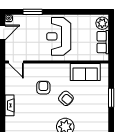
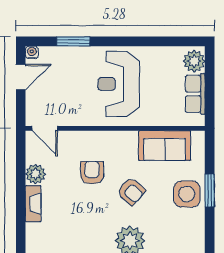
plant: (11, 88) -> (35, 174), added
side table: (98, 100) -> (187, 194), added

